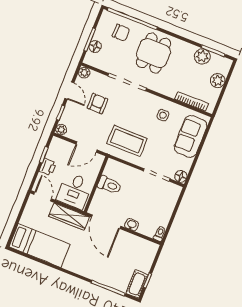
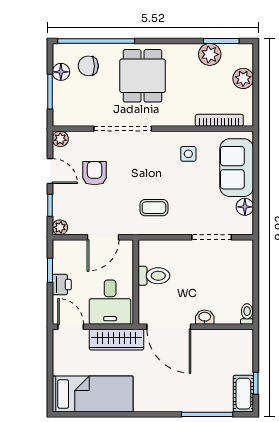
chair: (121, 33) -> (88, 66), turned 180
floor lamp: (95, 46) -> (61, 72), moved
coffee table: (127, 141) -> (154, 208), width x0.54, depth x0.58
floor lamp: (181, 176) -> (245, 207), moved

